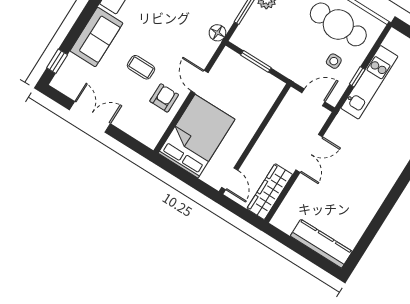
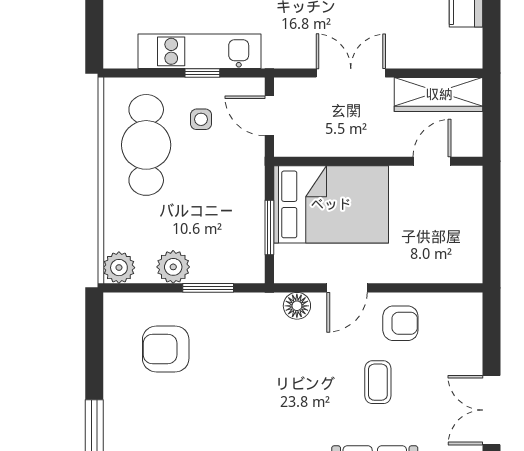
floor lamp: (217, 33) -> (297, 306), moved
armchair: (164, 98) -> (400, 323), turned 180
bed: (197, 136) -> (331, 204), moved, turned 180
door: (230, 179) -> (432, 161), moved

